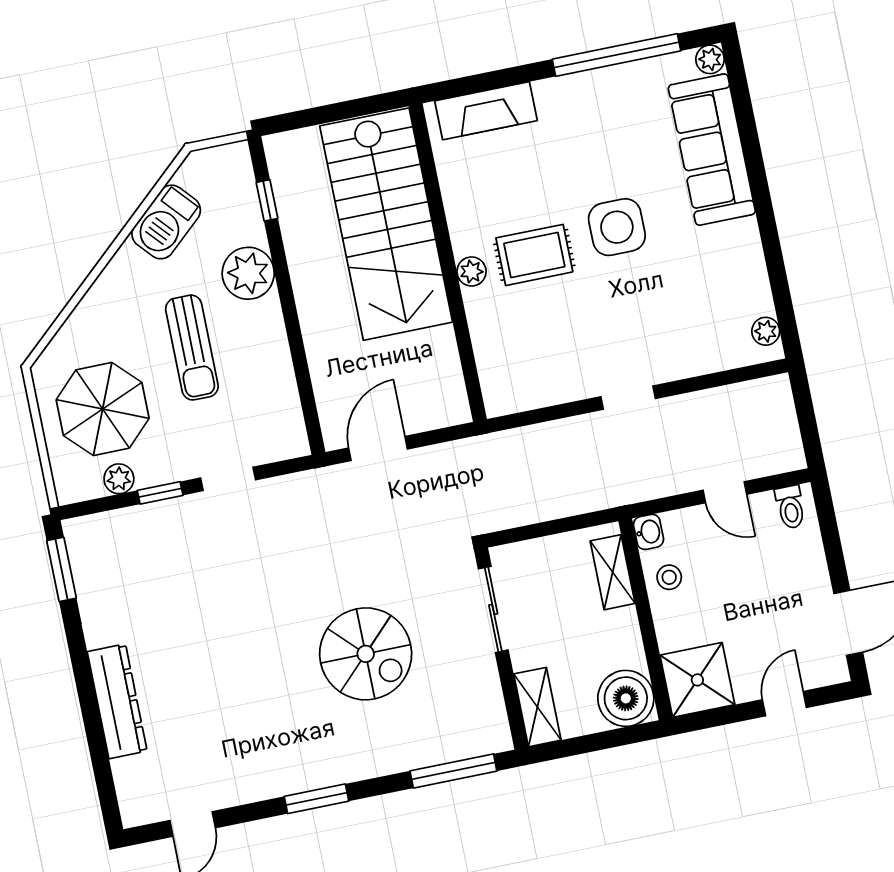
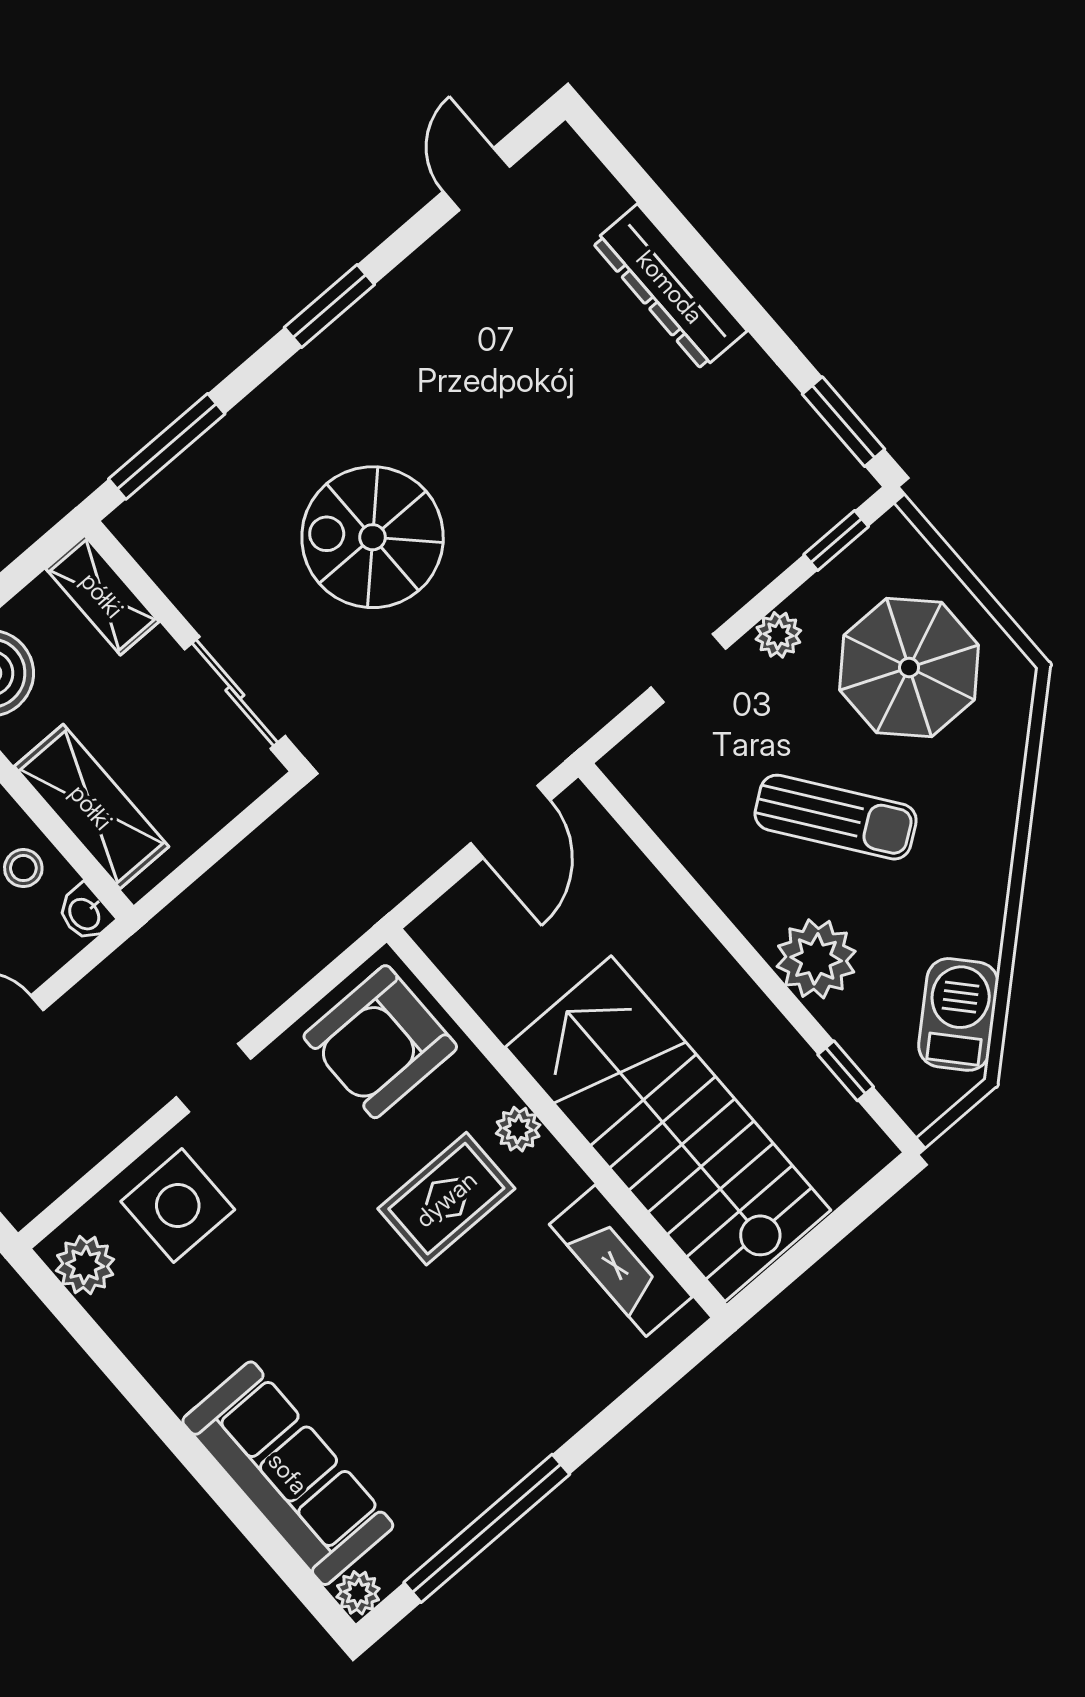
fireplace: (486, 111) -> (621, 1261), moved, turned -90
barbecue: (166, 222) -> (958, 1014), moved
side table: (617, 227) -> (178, 1205), moved
plant: (766, 331) -> (85, 1265), width x1.38, depth x1.38
sun lounger: (192, 348) -> (836, 817), turned 144
armchair: (522, 365) -> (380, 1042), added
plant: (119, 479) -> (778, 635), moved
window: (160, 493) -> (836, 541), moved
shelving: (613, 572) -> (91, 807), width x1.50, depth x1.33

